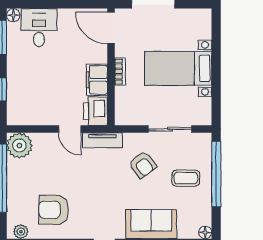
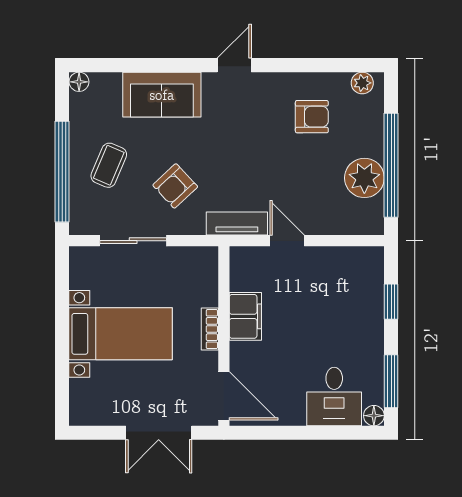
printer: (95, 111) -> (248, 268), removed
plant: (19, 145) -> (364, 178), moved
armchair: (143, 165) -> (175, 186), turned -96
coffee table: (186, 178) -> (109, 165), turned -67
armchair: (54, 210) -> (312, 117), width x0.72, depth x0.72

